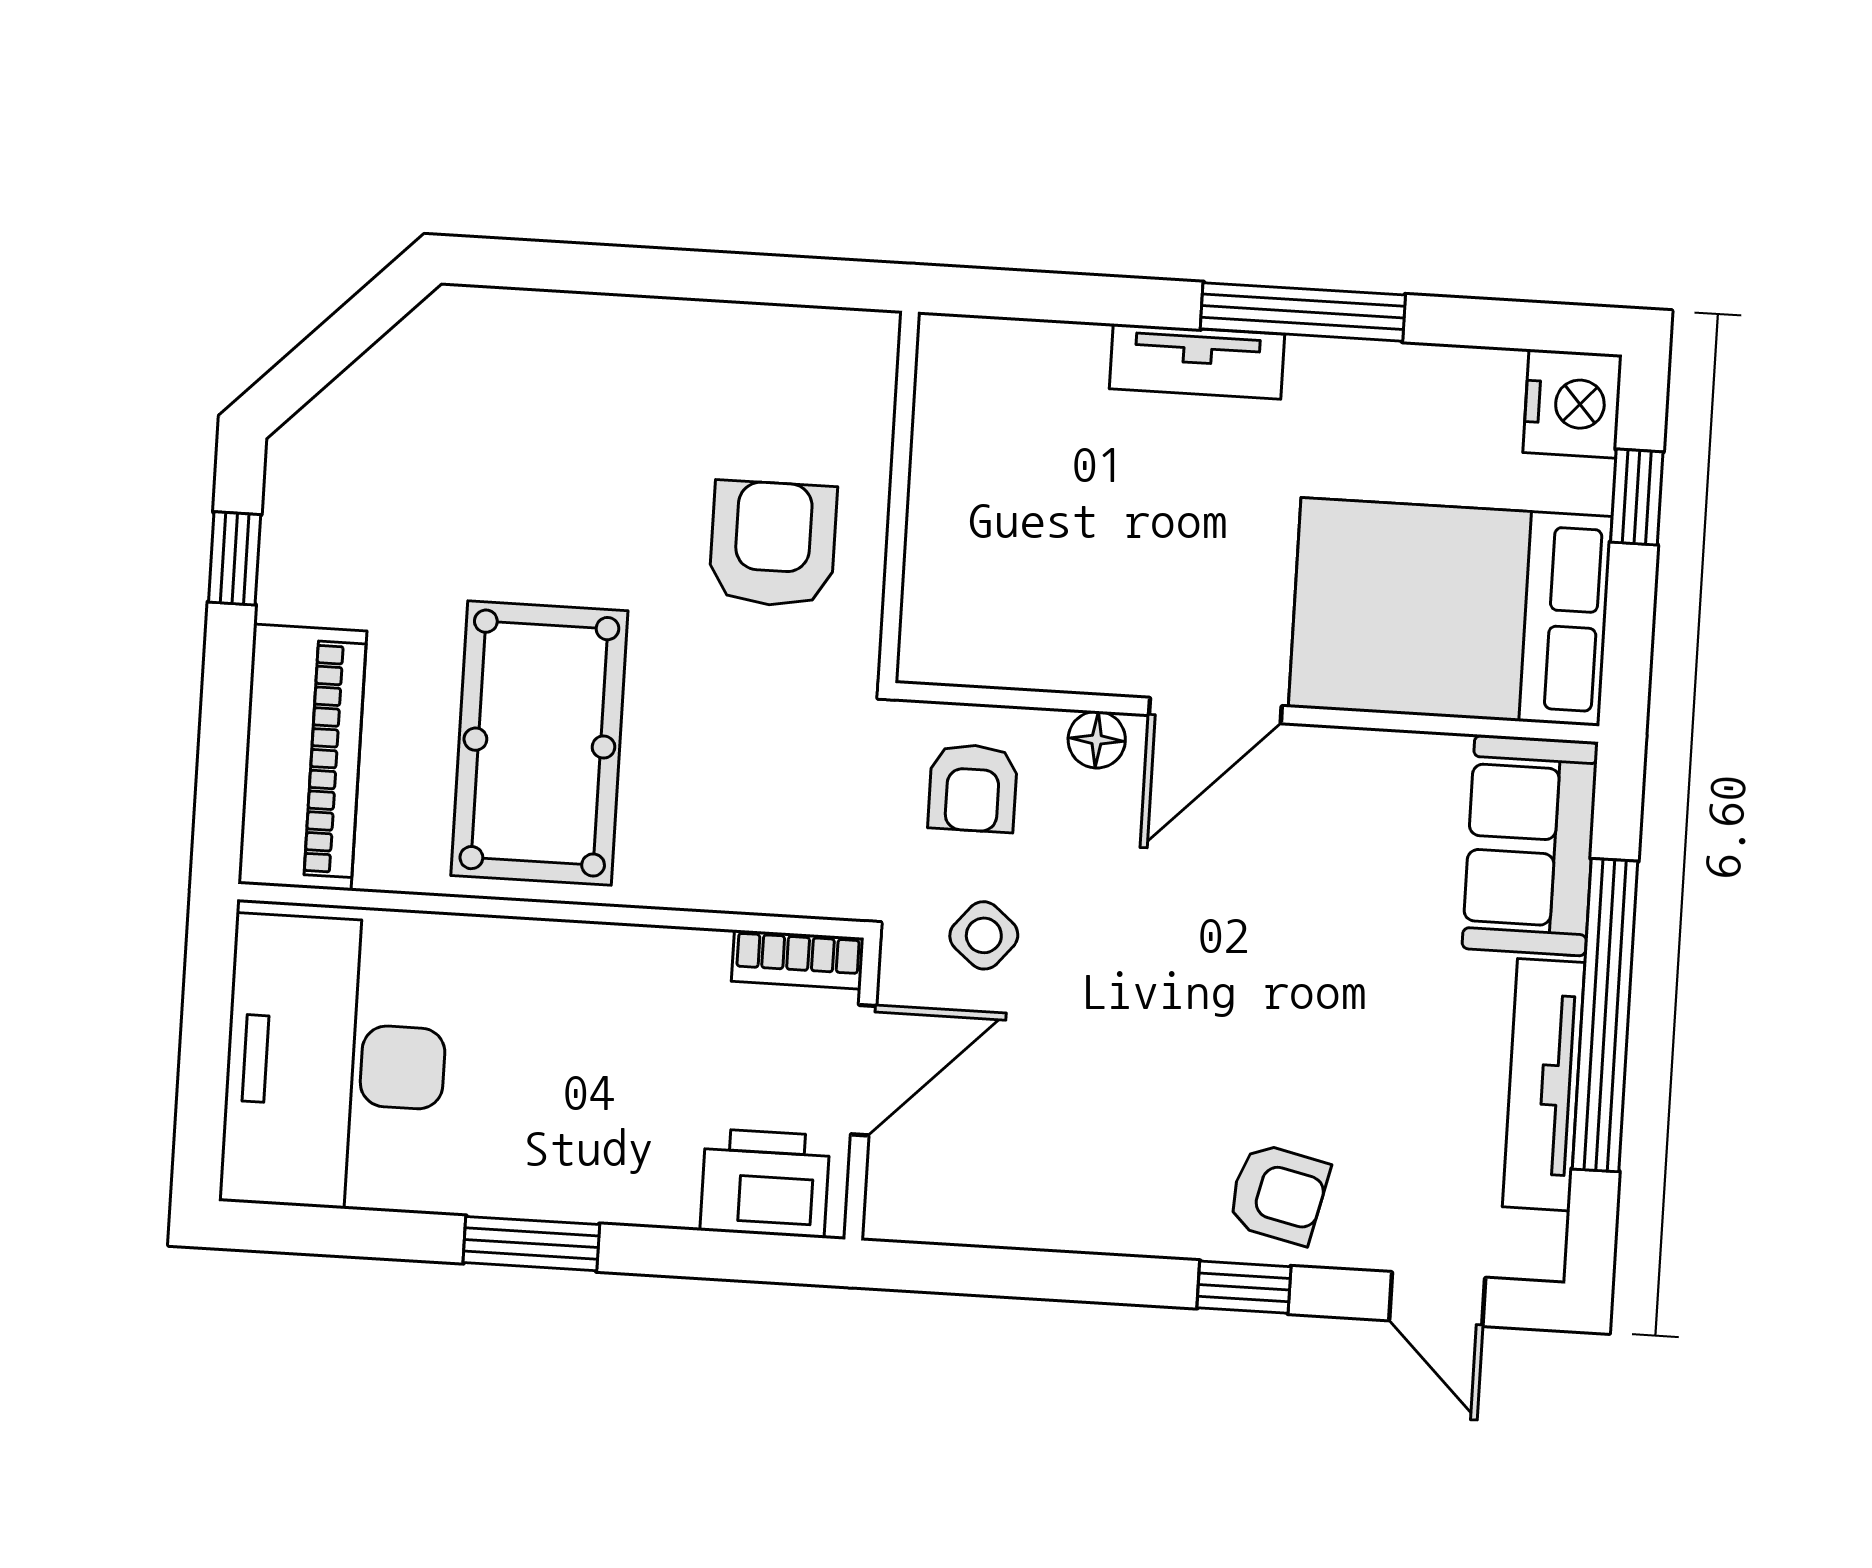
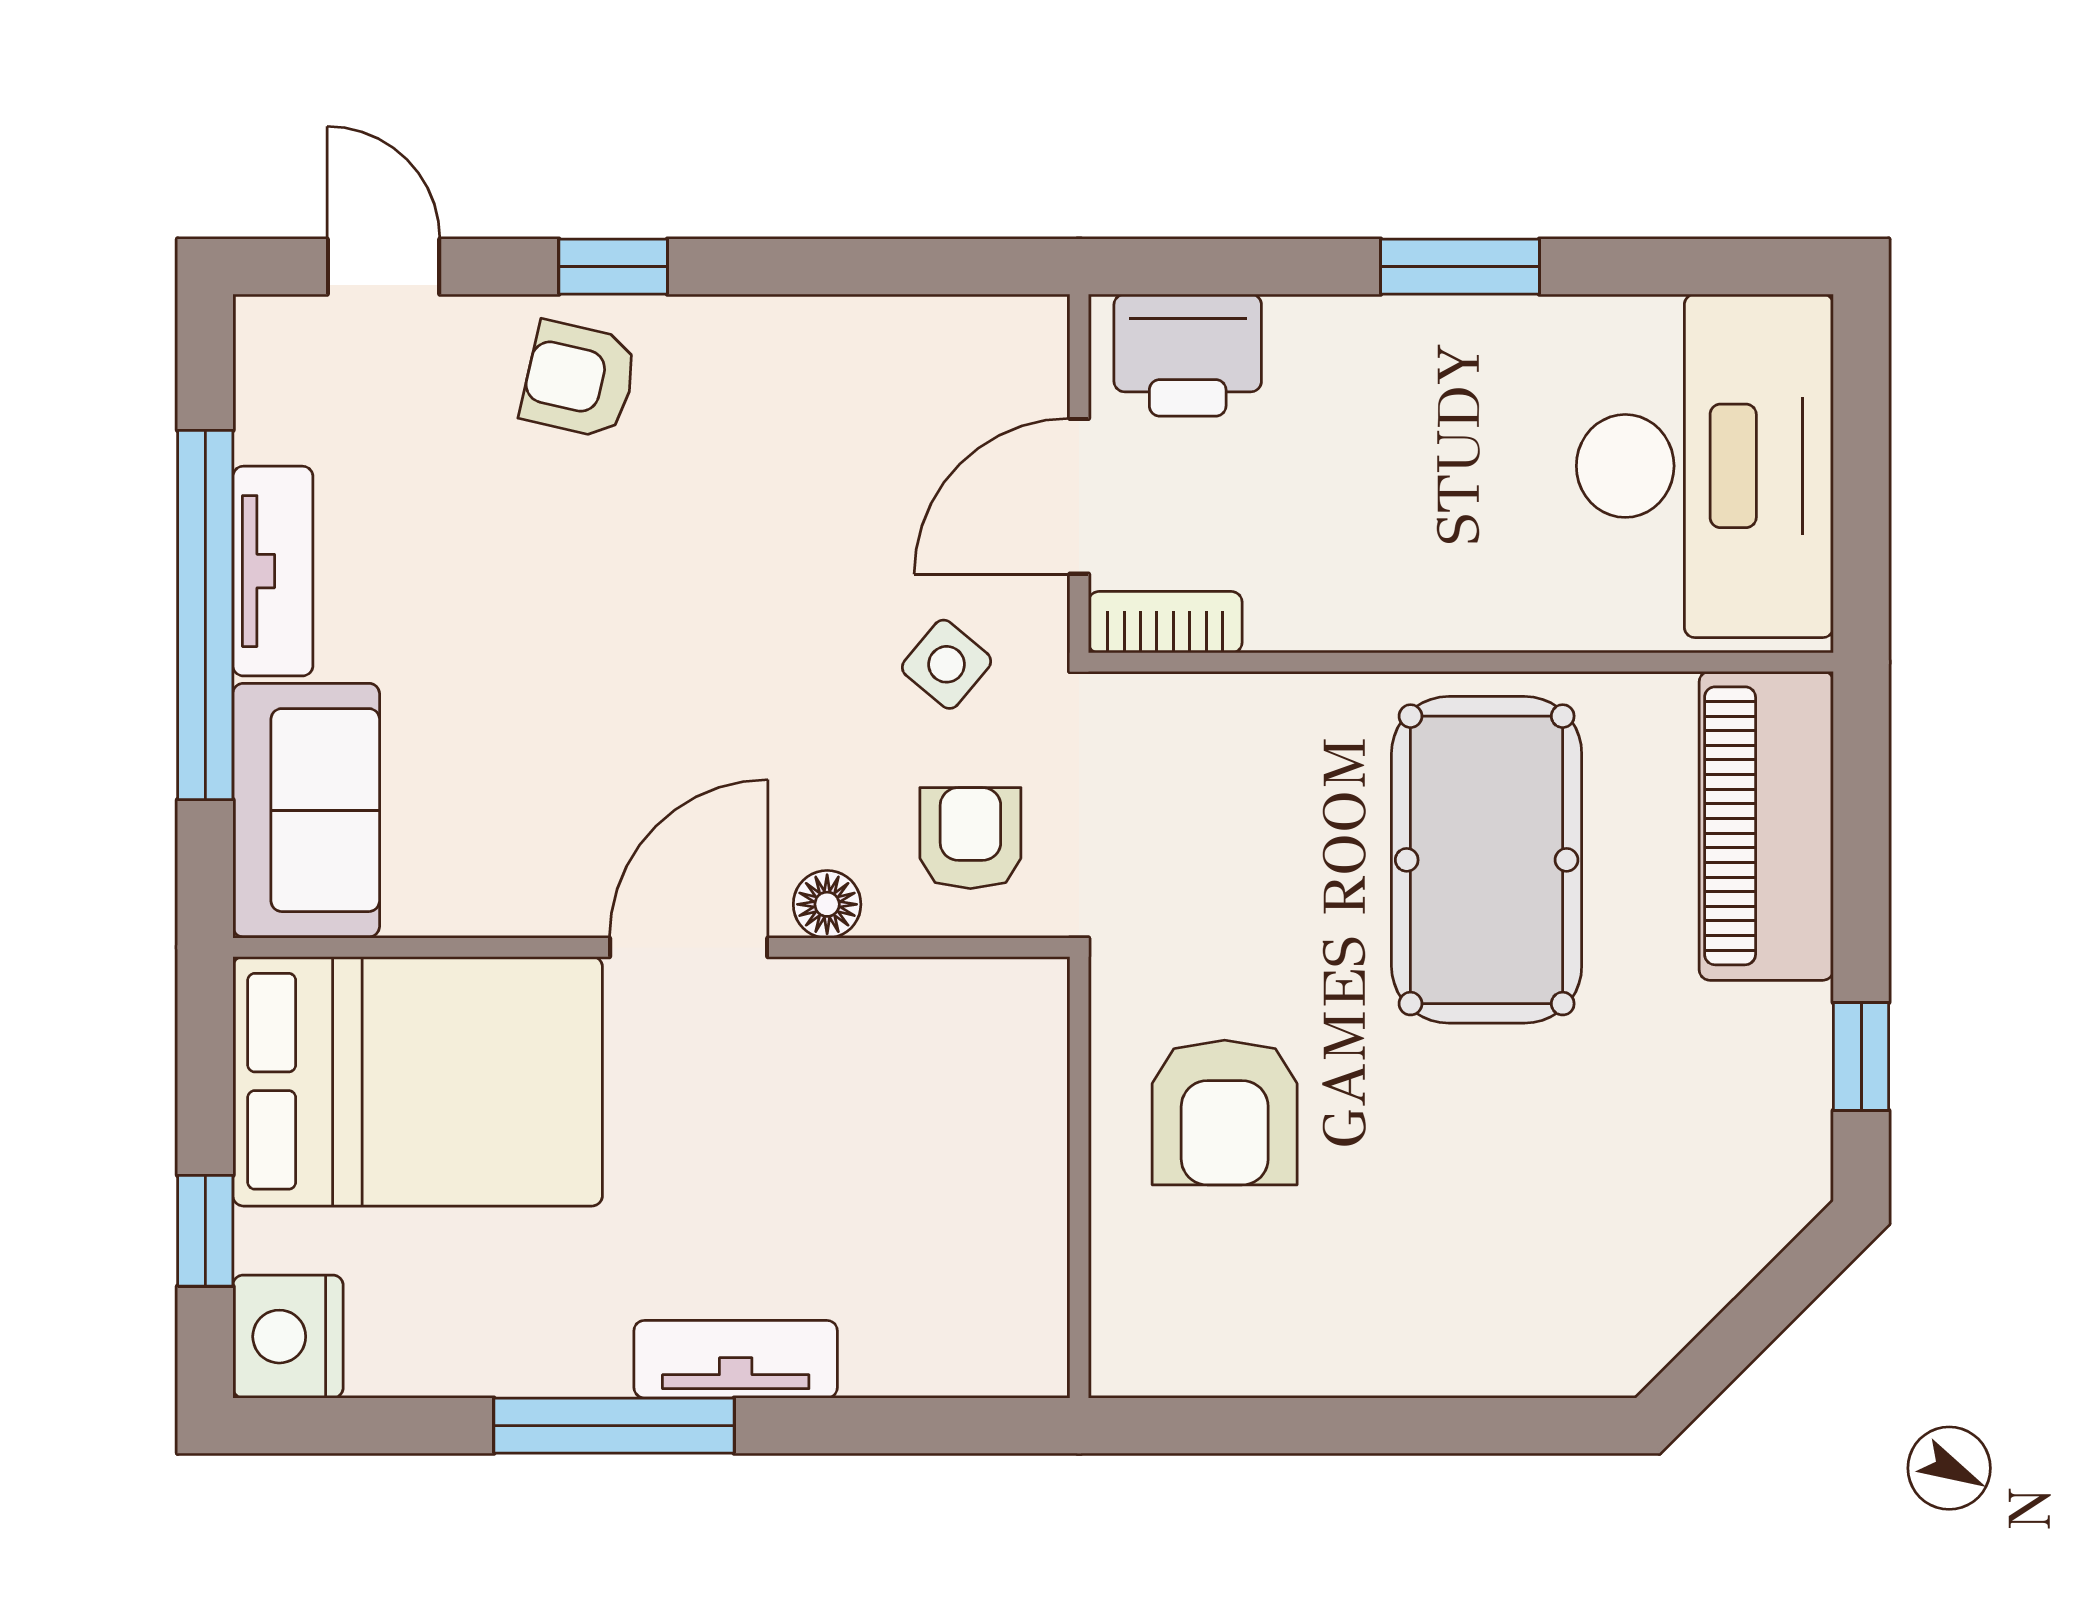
tv unit: (1544, 1085) -> (273, 571), width x0.71

